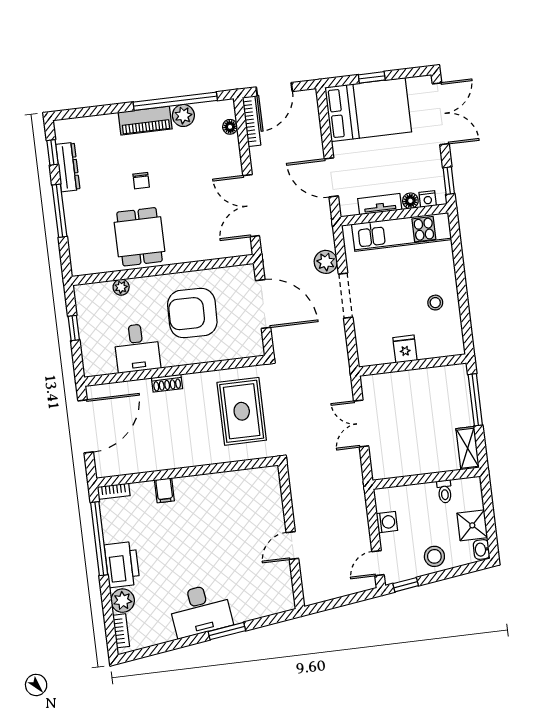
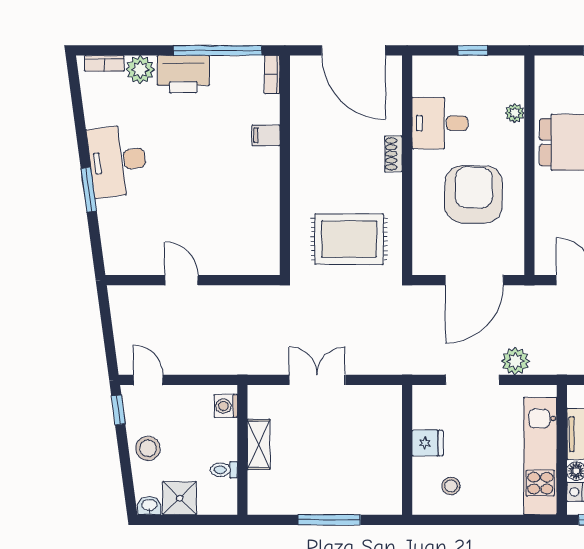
fridge: (405, 349) -> (427, 443), moved
wall: (413, 365) -> (407, 450), moved
shelving: (468, 448) -> (259, 444), moved, turned 90
washing machine: (387, 522) -> (226, 406), moved, turned 90

